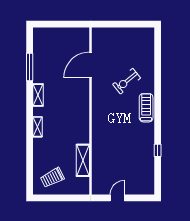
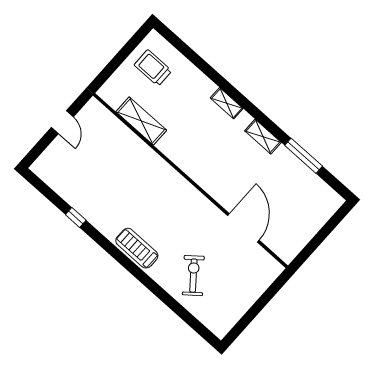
exercise bike: (127, 81) -> (193, 276), moved
treadmill: (146, 108) -> (137, 248), turned 180
trolley: (52, 178) -> (153, 68), turned -63

